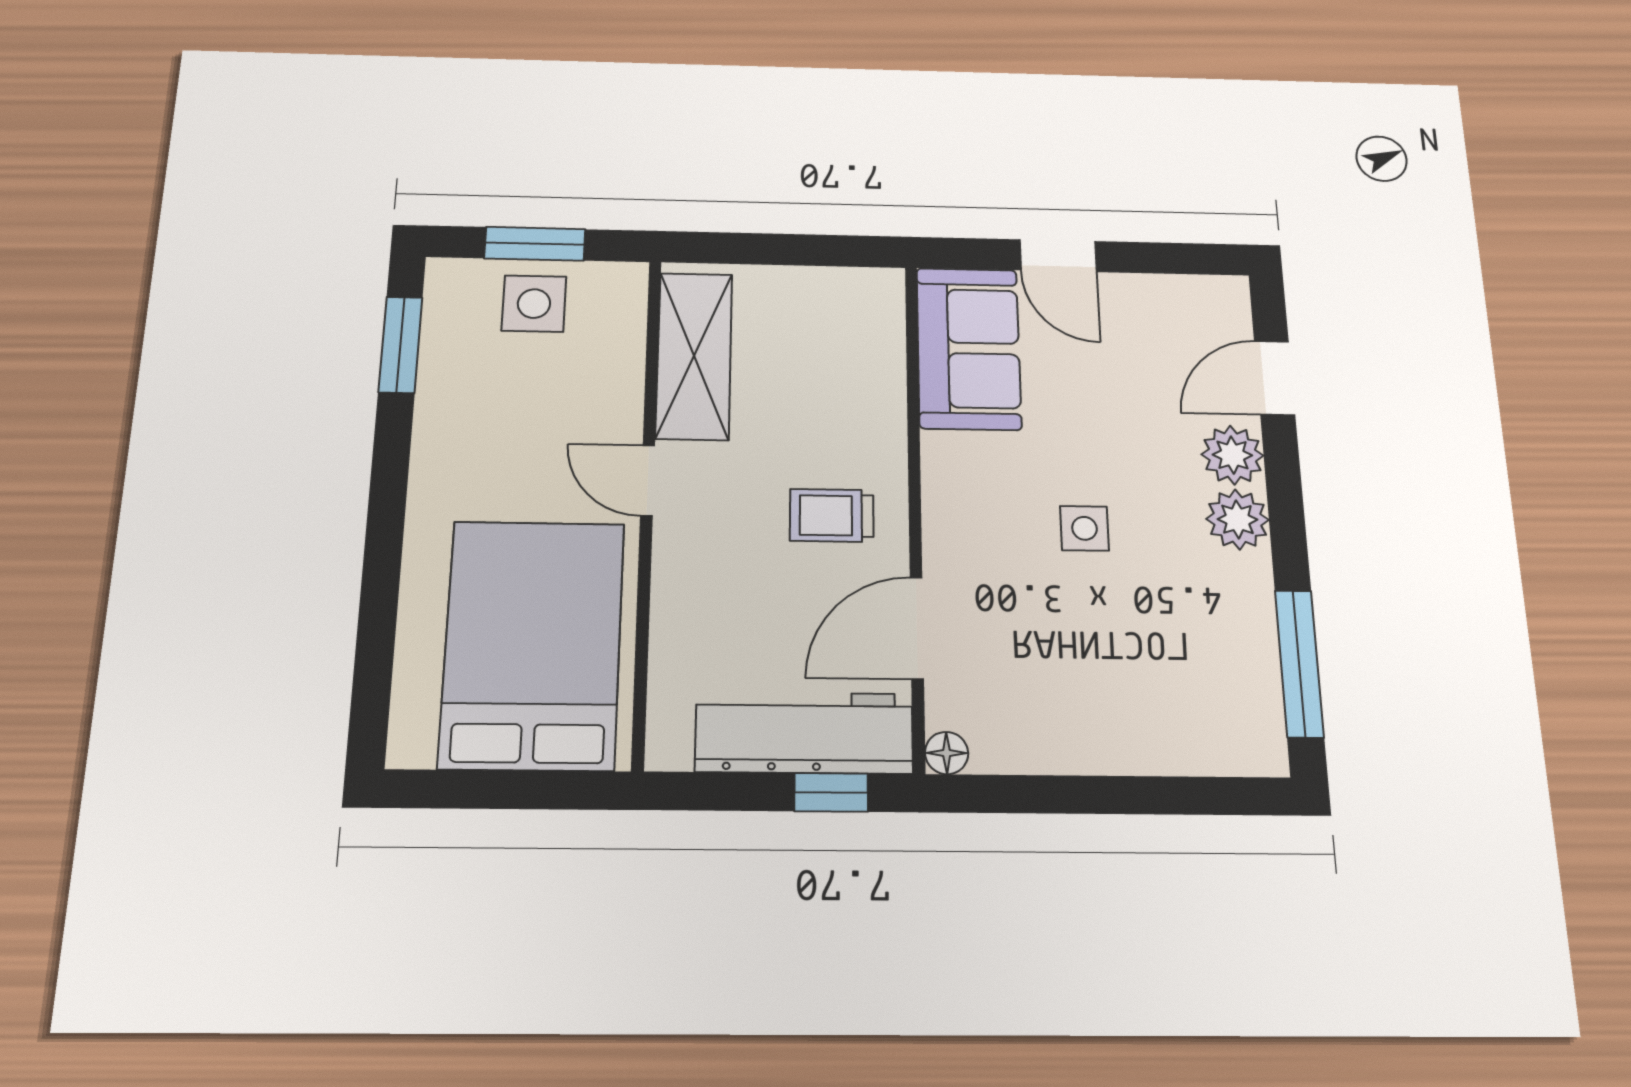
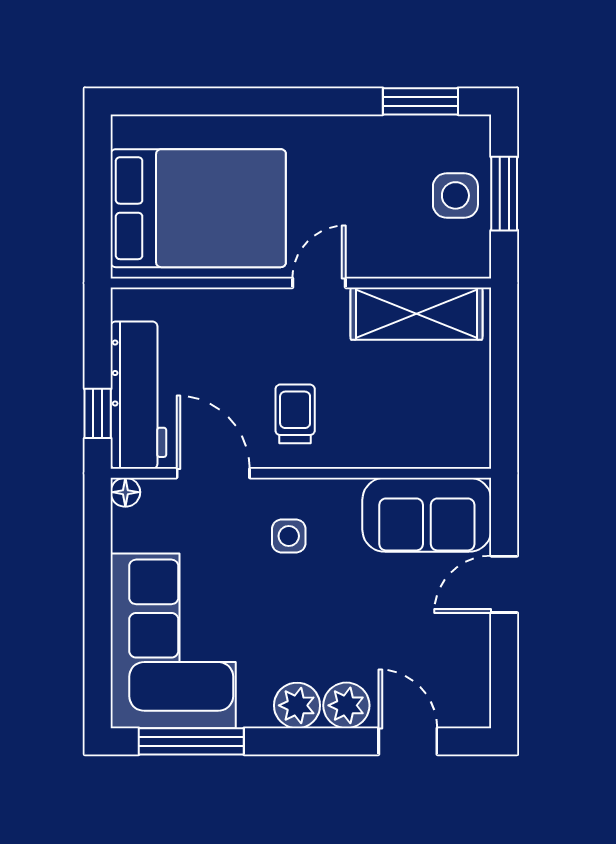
side table: (1084, 528) -> (289, 536), moved
corner sofa: (1159, 687) -> (173, 641), added

